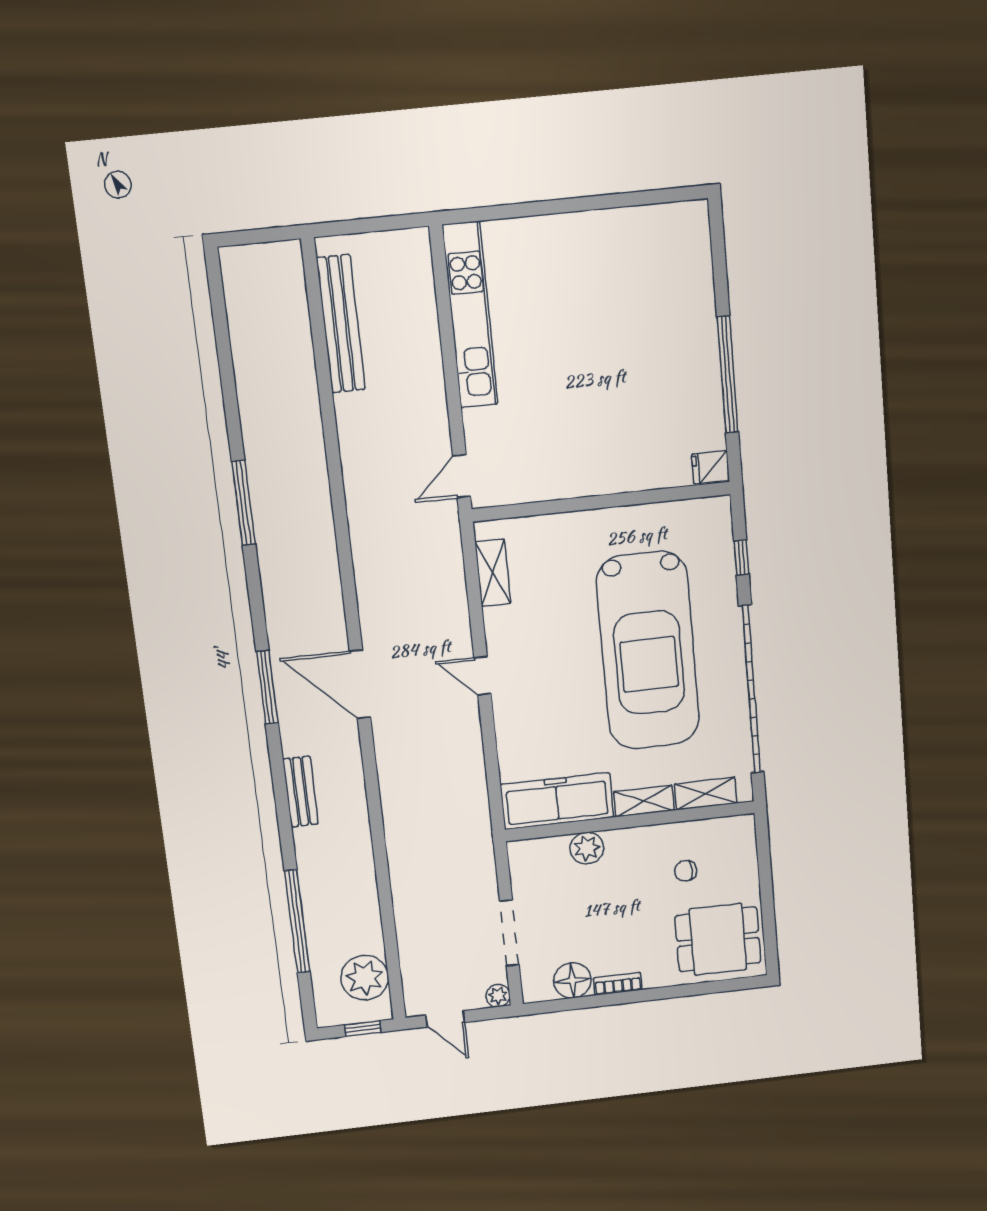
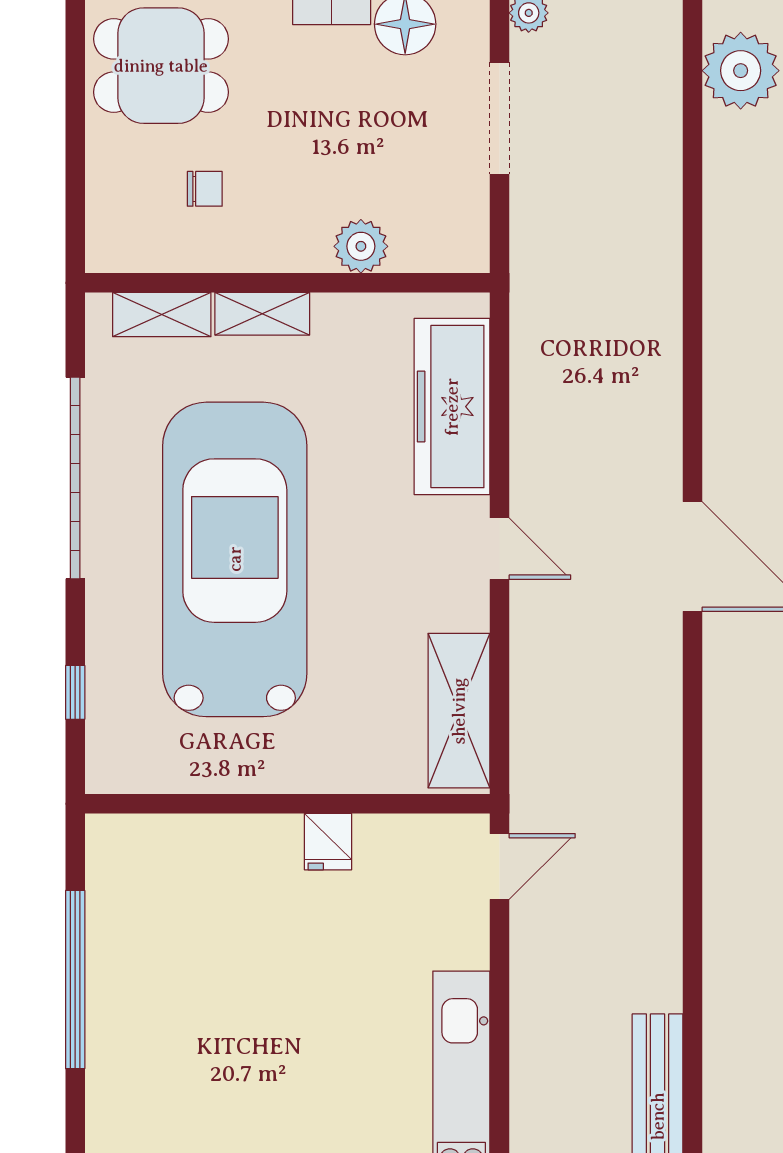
fridge: (710, 467) -> (328, 842), moved, turned 90
shelving: (493, 573) -> (459, 711), width x1.50, depth x1.33
garage door: (751, 689) -> (75, 478), width x0.73
freezer: (557, 801) -> (452, 407), moved, turned 90

